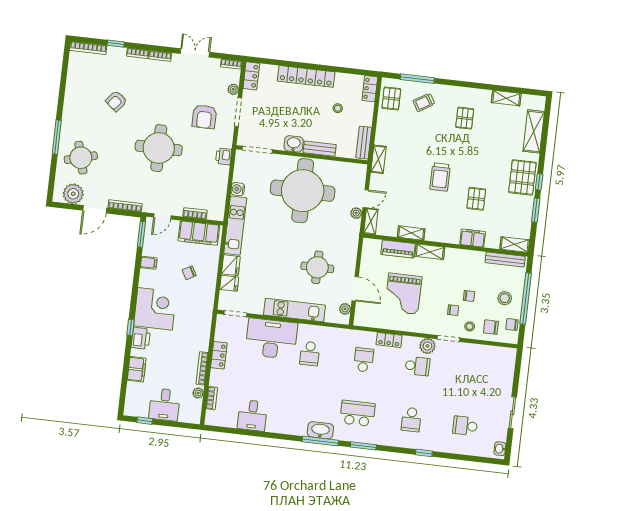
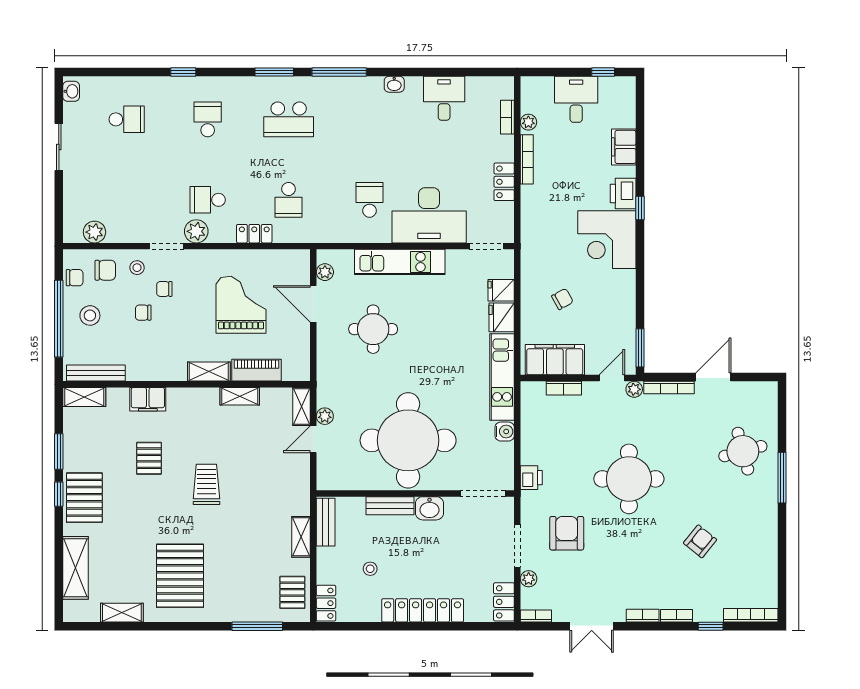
trolley: (424, 102) -> (243, 592), removed
pallet: (465, 118) -> (180, 576), width x2.05, depth x2.00
shelving: (378, 159) -> (301, 537), moved
plant: (73, 194) -> (634, 389), moved, width x0.53, depth x0.53
filing cabinet: (149, 263) -> (624, 307), removed
plant: (495, 353) -> (94, 232), added
washbasin: (320, 430) -> (394, 84), moved, width x0.52, depth x0.69

